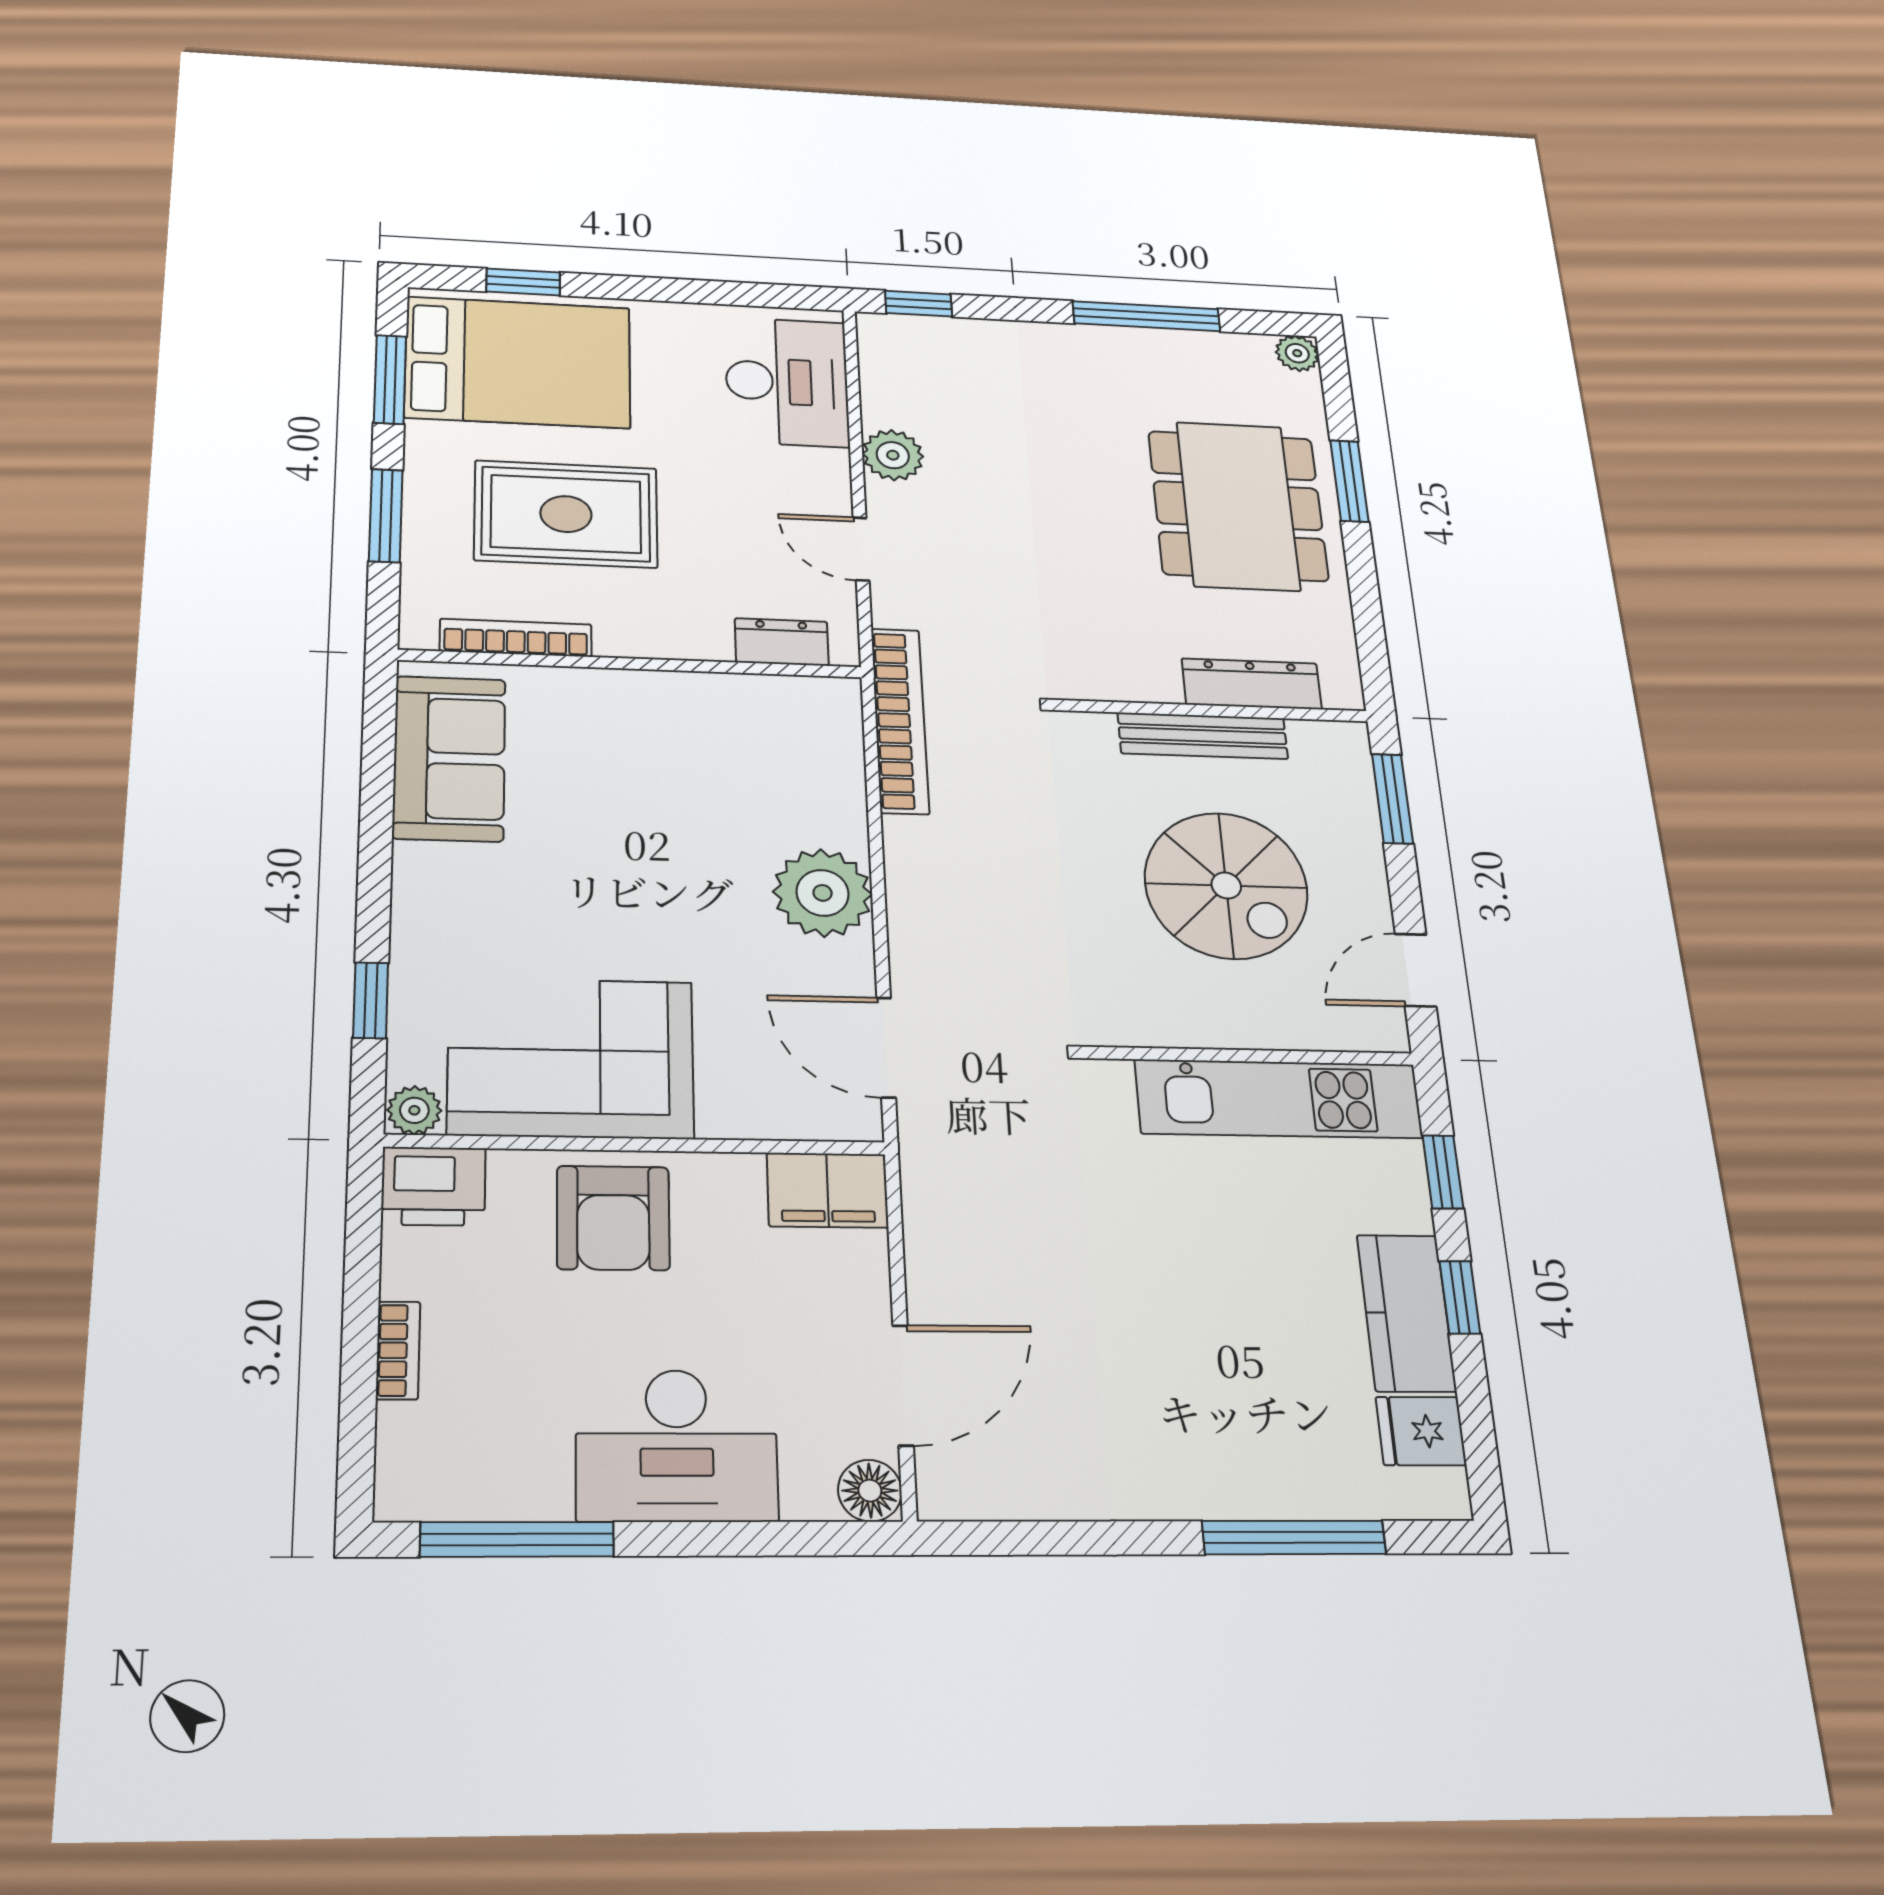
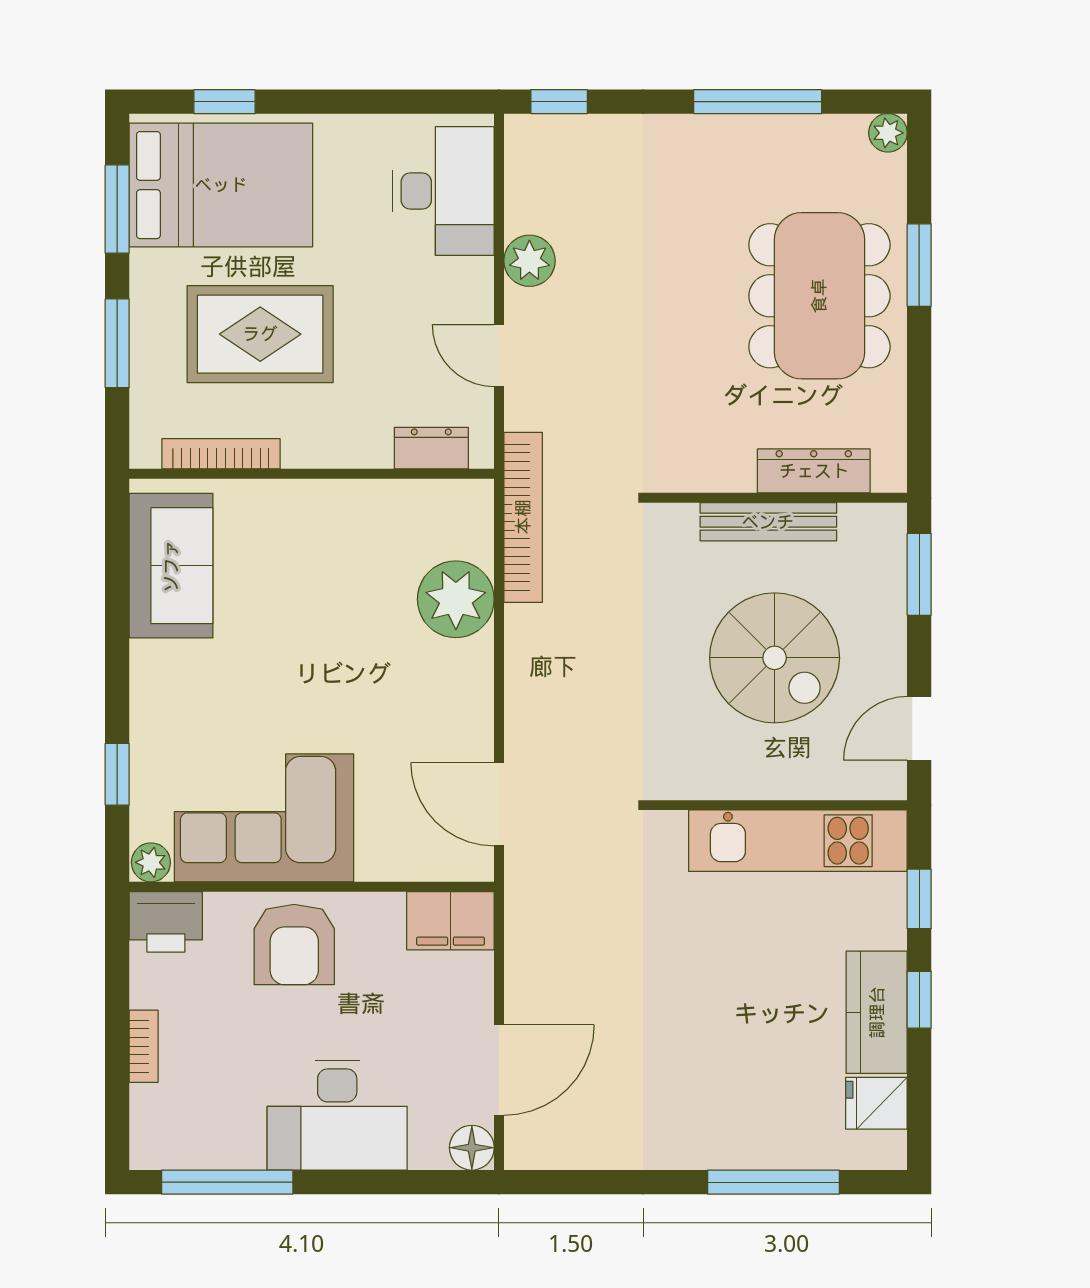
plant: (823, 893) -> (456, 599), moved

